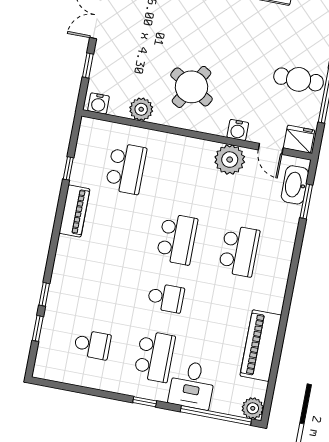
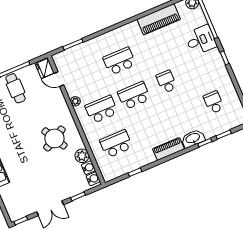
round table: (192, 87) -> (54, 138), turned 30
water cooler: (238, 130) -> (88, 168), moved
door: (271, 149) -> (59, 79), swing flipped
plant: (230, 160) -> (75, 101), width x0.53, depth x0.53
washbasin: (295, 185) -> (193, 138), moved, turned 180
piano: (74, 211) -> (169, 149), moved
school desk: (155, 356) -> (101, 109), moved

